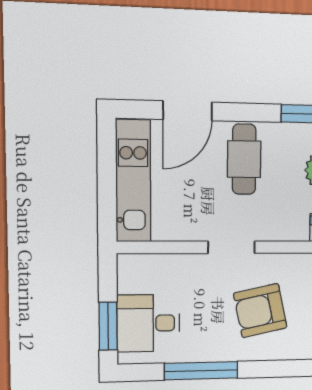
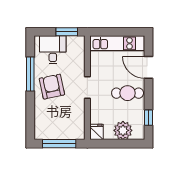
armchair: (260, 311) -> (52, 87), moved
window: (108, 326) -> (67, 32), moved

